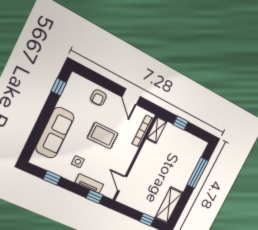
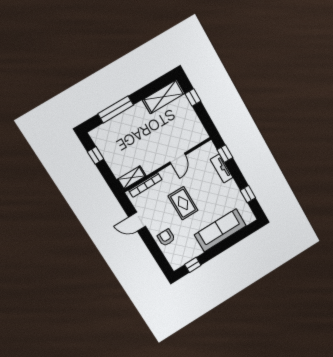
door: (131, 97) -> (137, 222), swing flipped
armchair: (98, 98) -> (166, 238), turned -90
window: (181, 123) -> (96, 155), moved
side table: (78, 162) -> (218, 194), removed
door: (122, 184) -> (178, 158), moved

